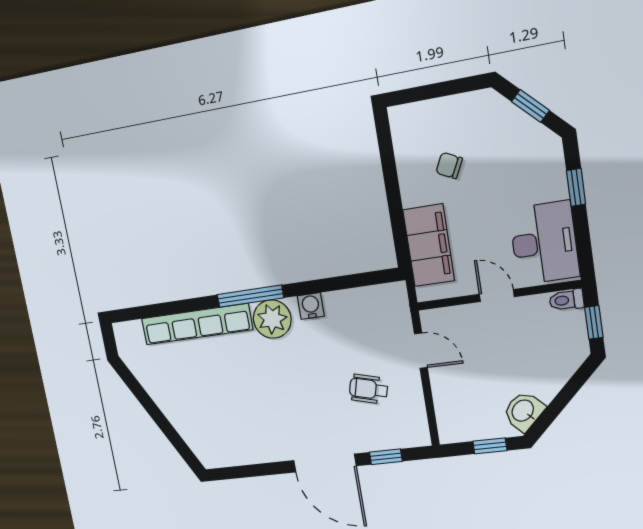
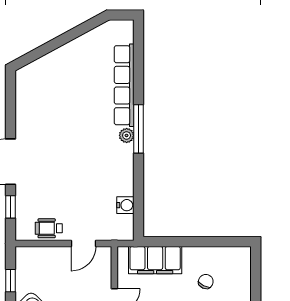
water cooler: (311, 306) -> (125, 205), moved
plant: (272, 319) -> (127, 135), width x0.53, depth x0.53
wheelchair: (368, 389) -> (49, 228), moved, turned -105

